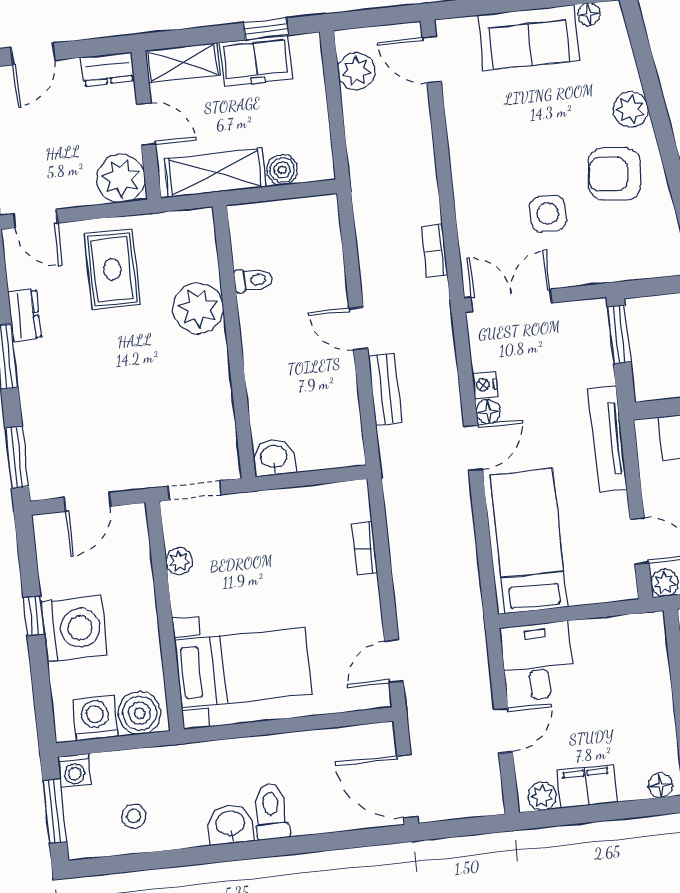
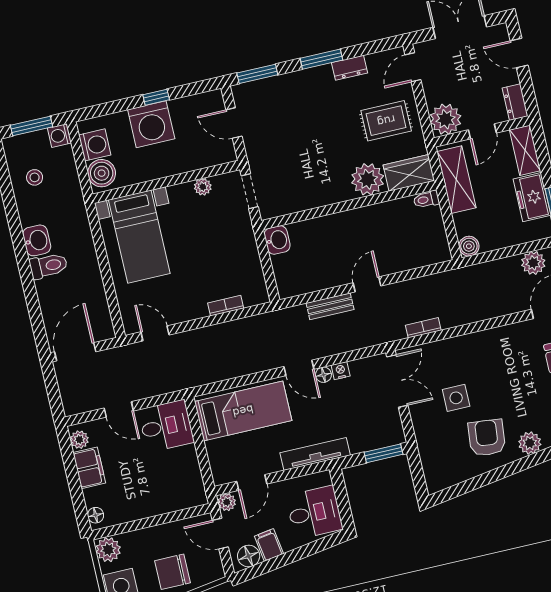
boiler: (282, 170) -> (469, 246), moved
wardrobe: (196, 244) -> (409, 173), added
toilet: (253, 280) -> (426, 199), moved, turned 90

